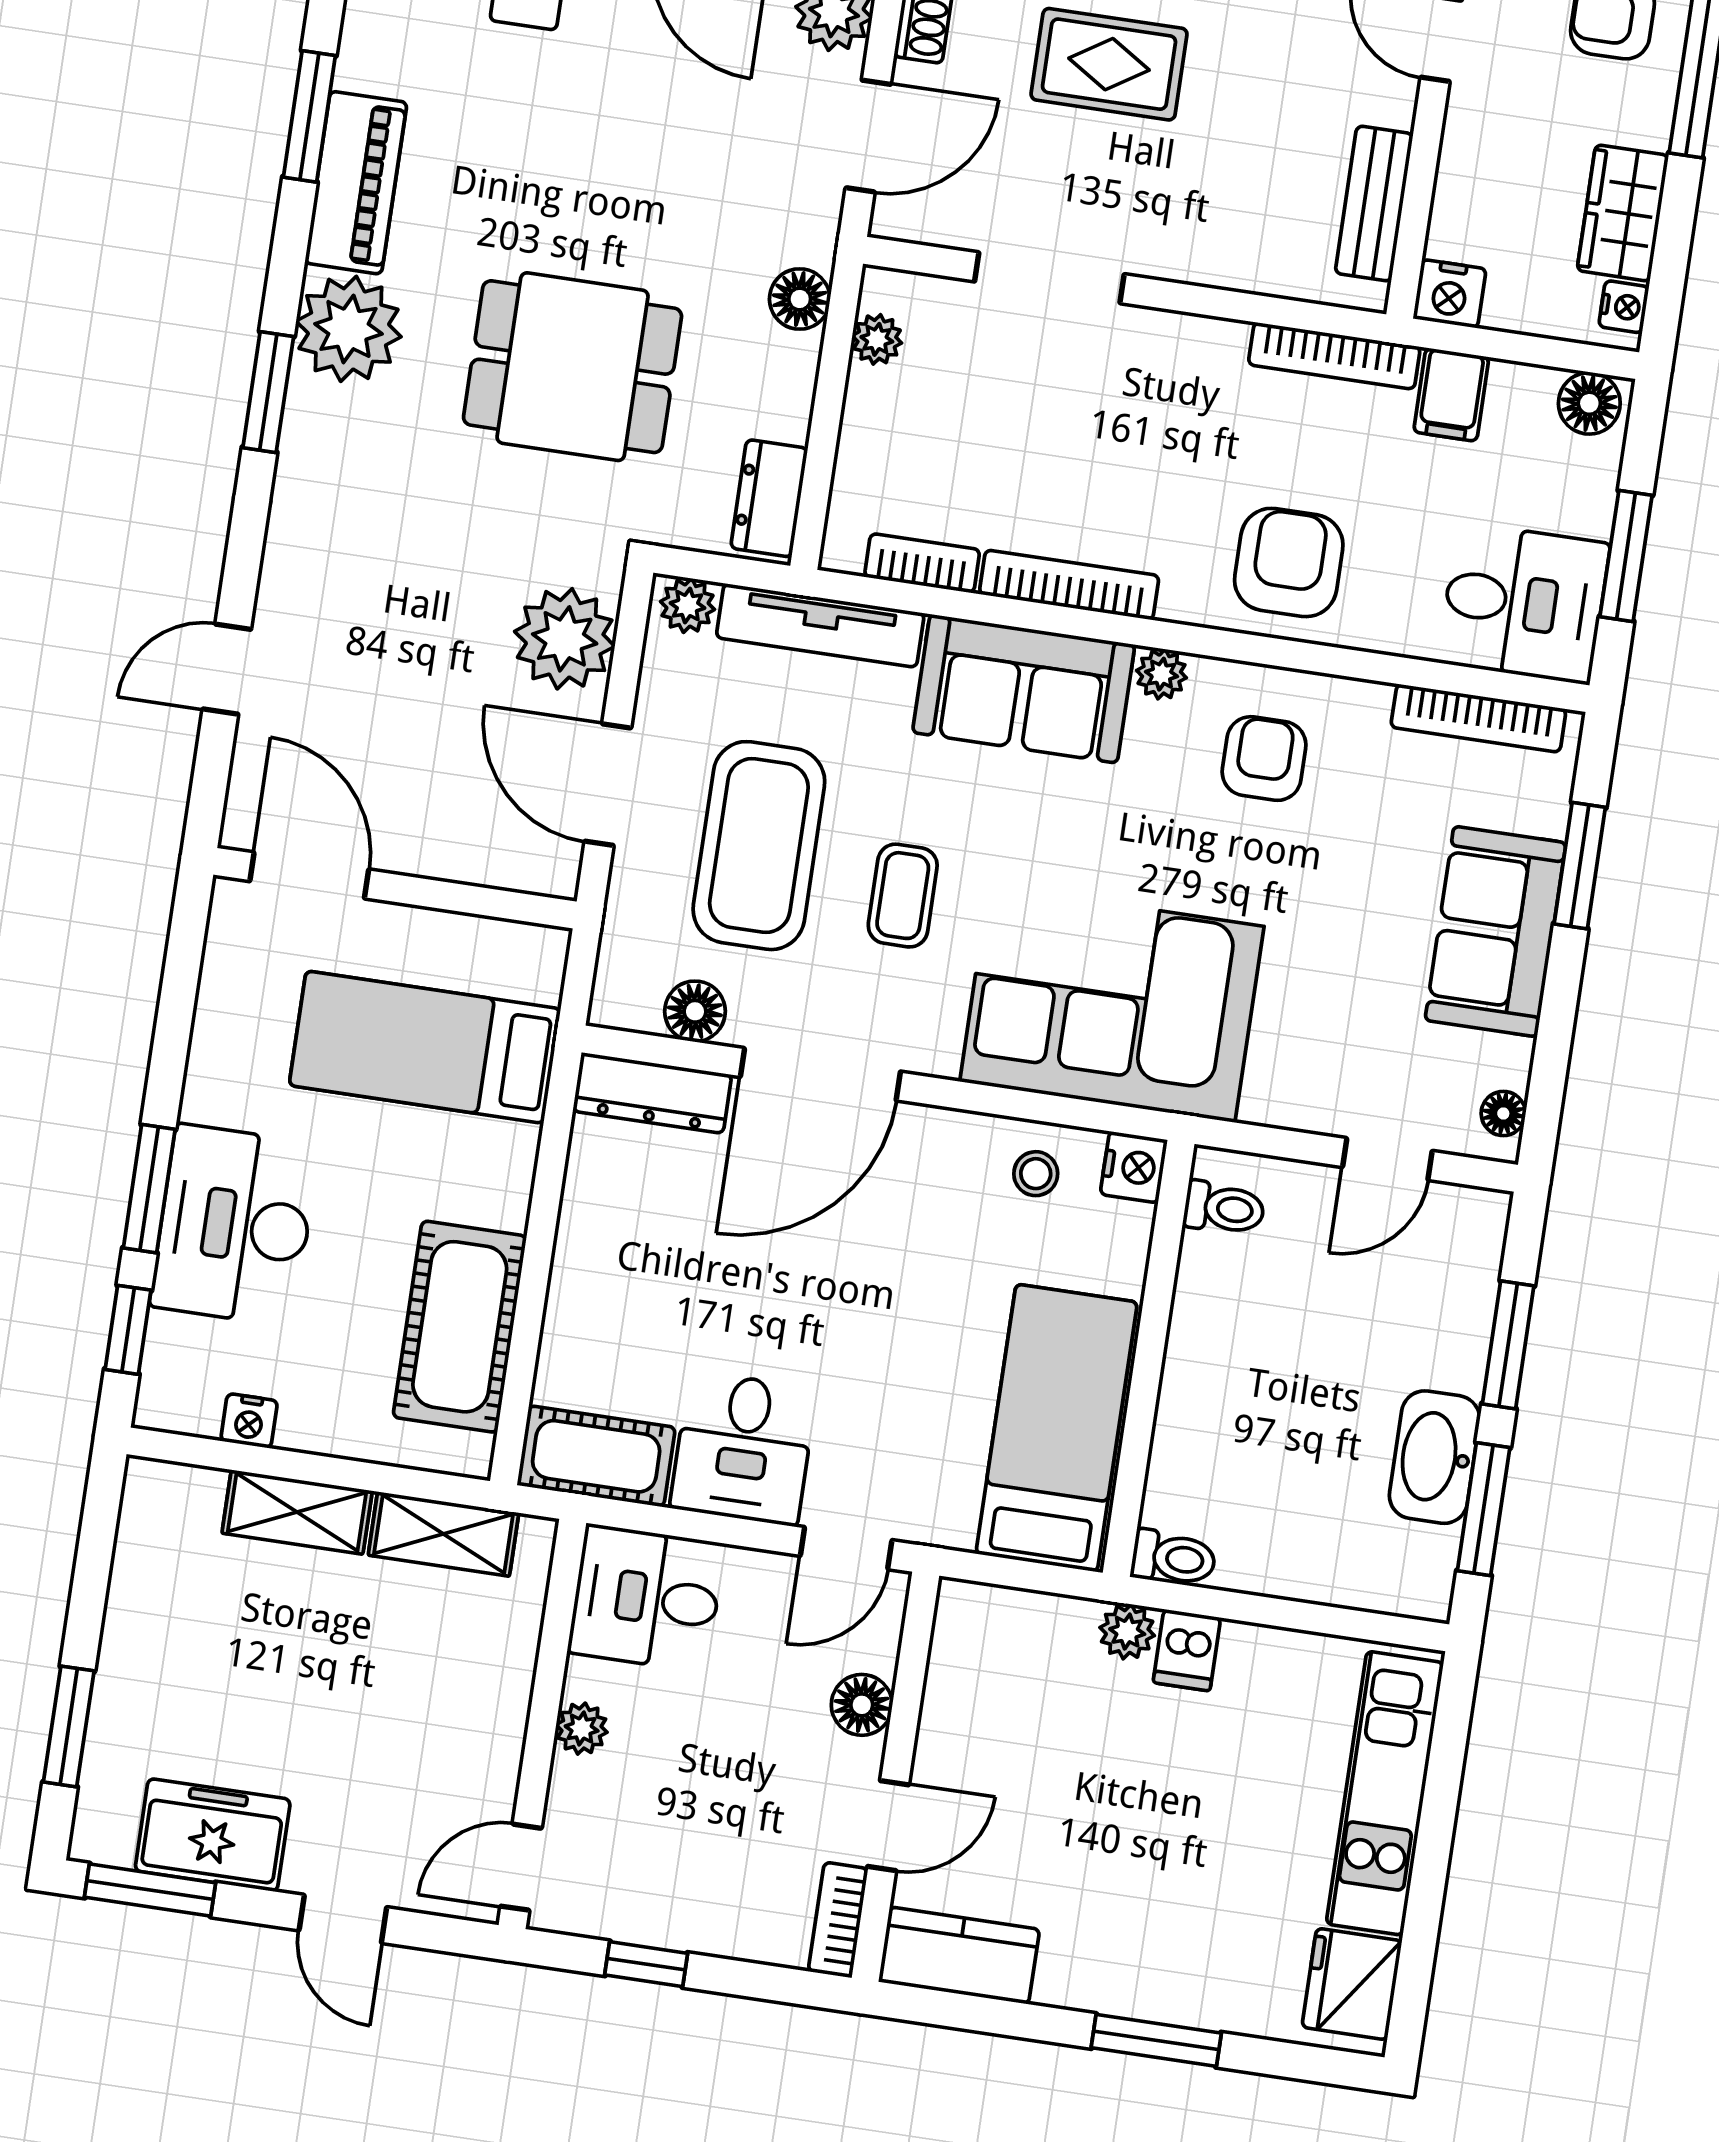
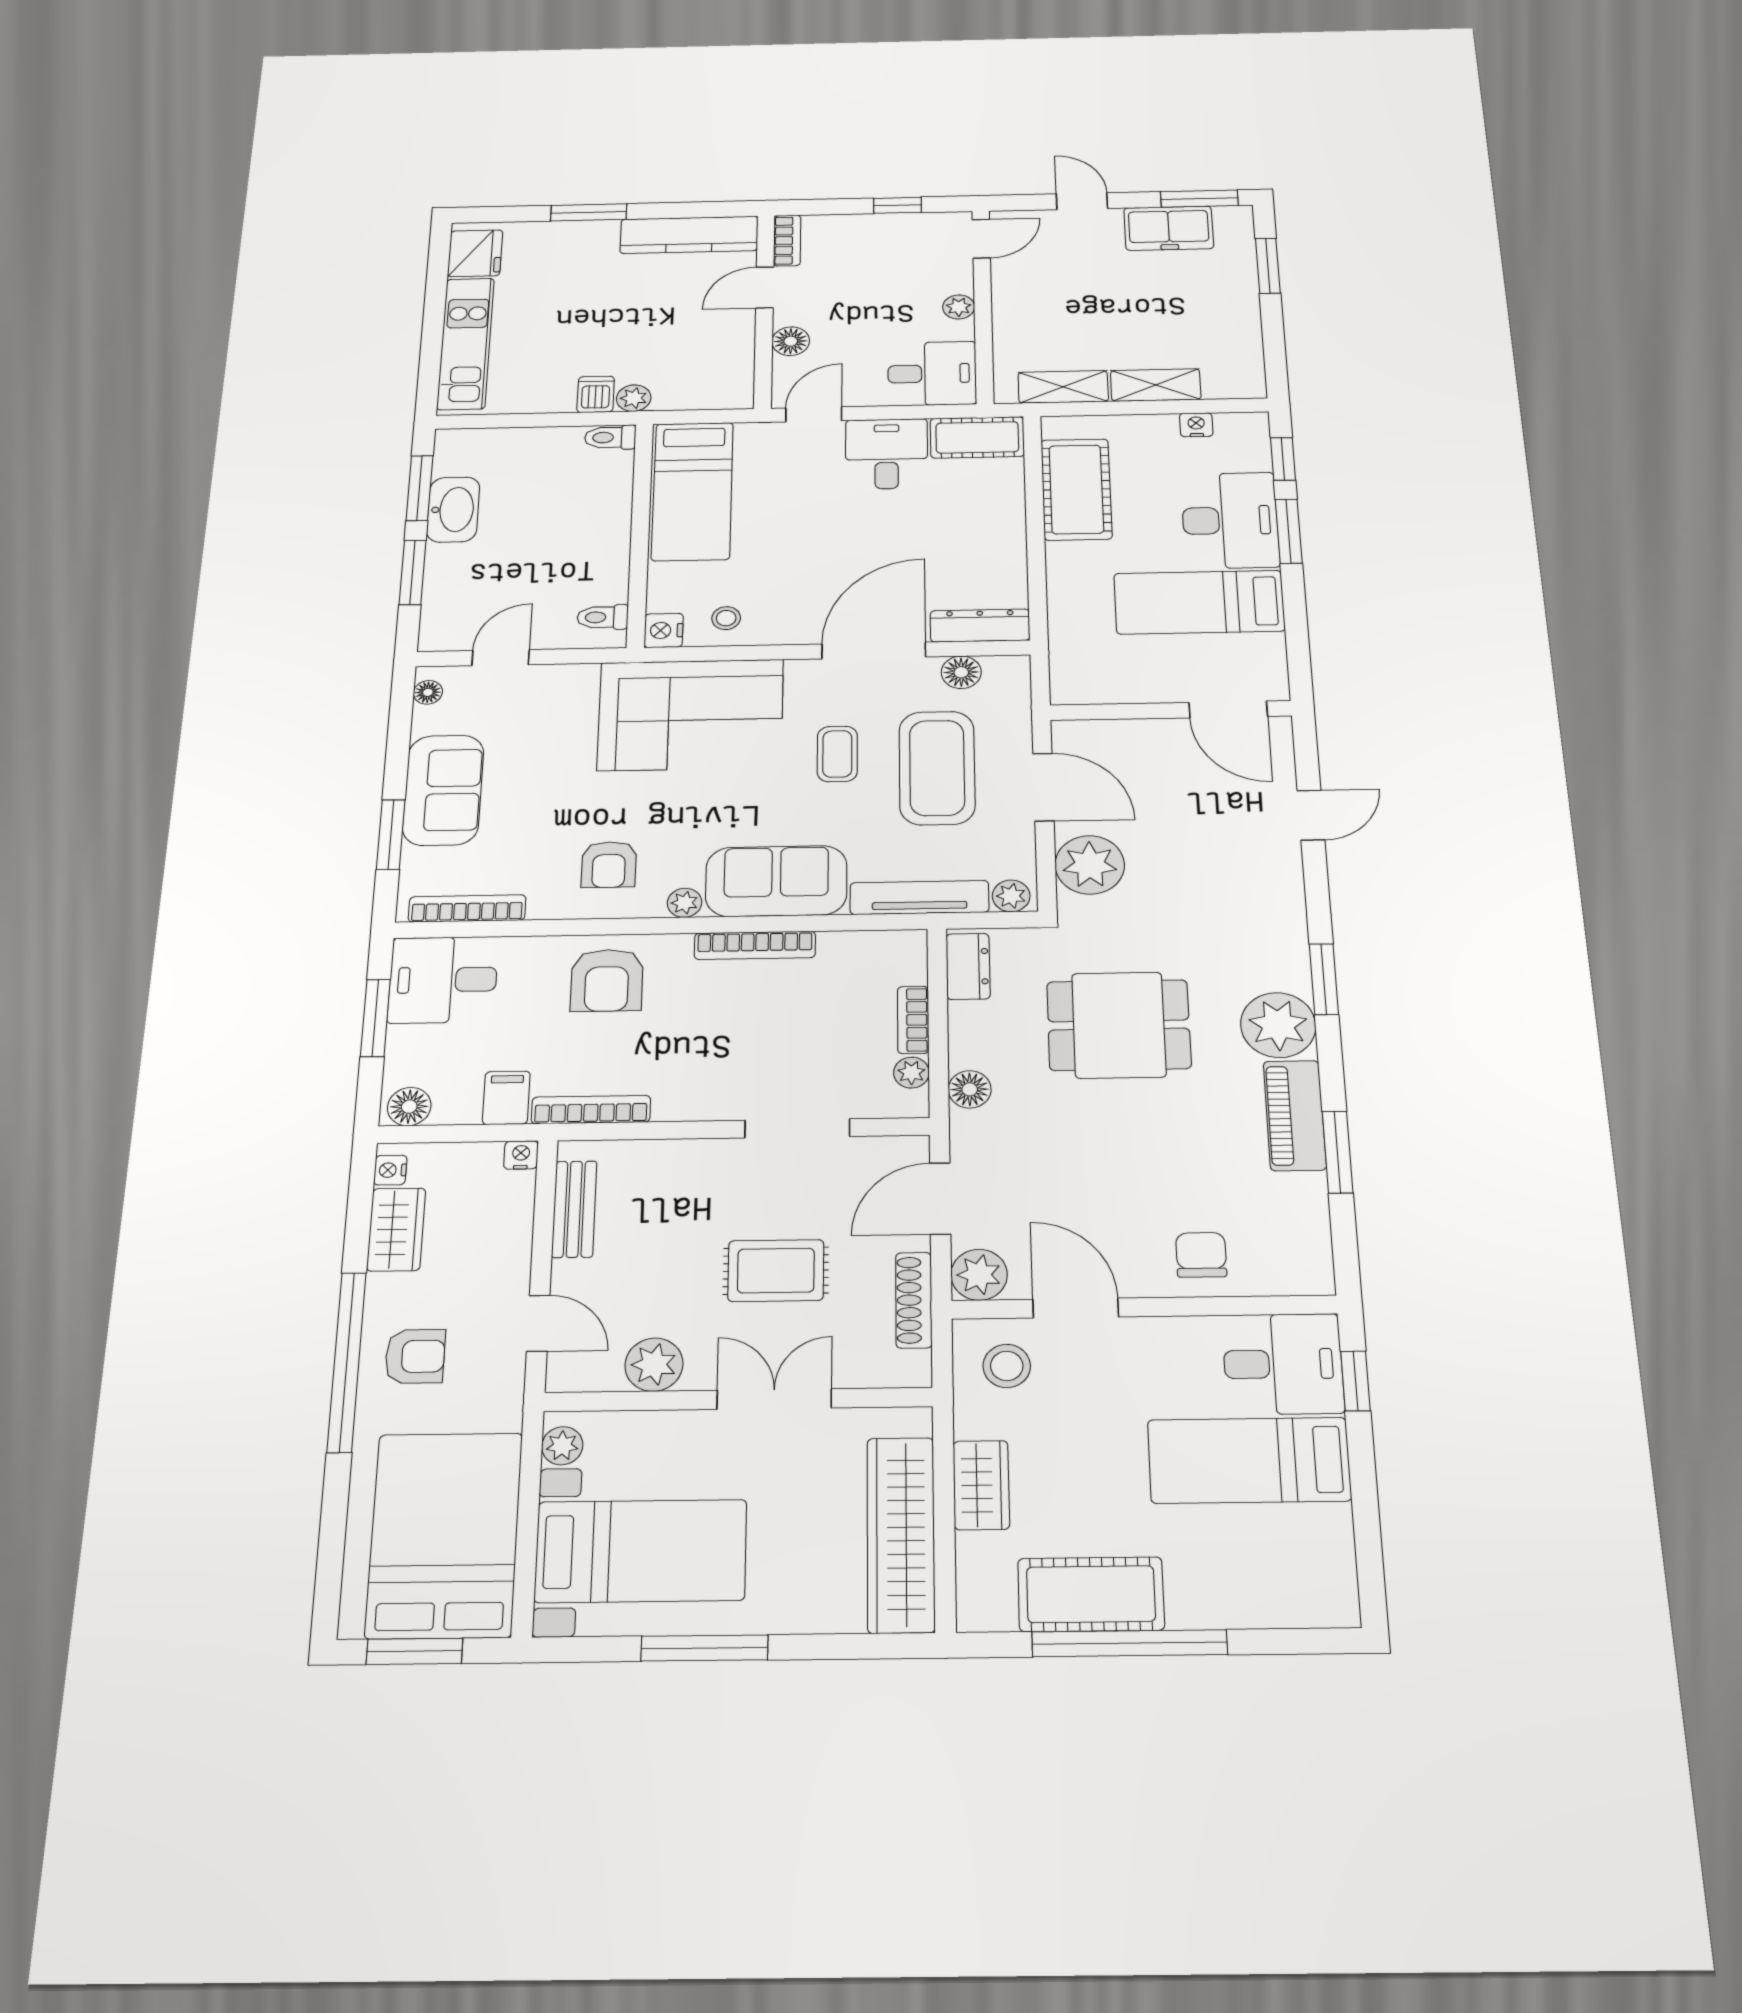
nightstand: (1450, 294) -> (521, 1155), width x0.72, depth x0.74
bookcase: (922, 563) -> (913, 1020), moved, turned 90
bed: (425, 1047) -> (1199, 602), moved, turned 180
kitchen counter: (959, 1956) -> (689, 235), width x1.50

